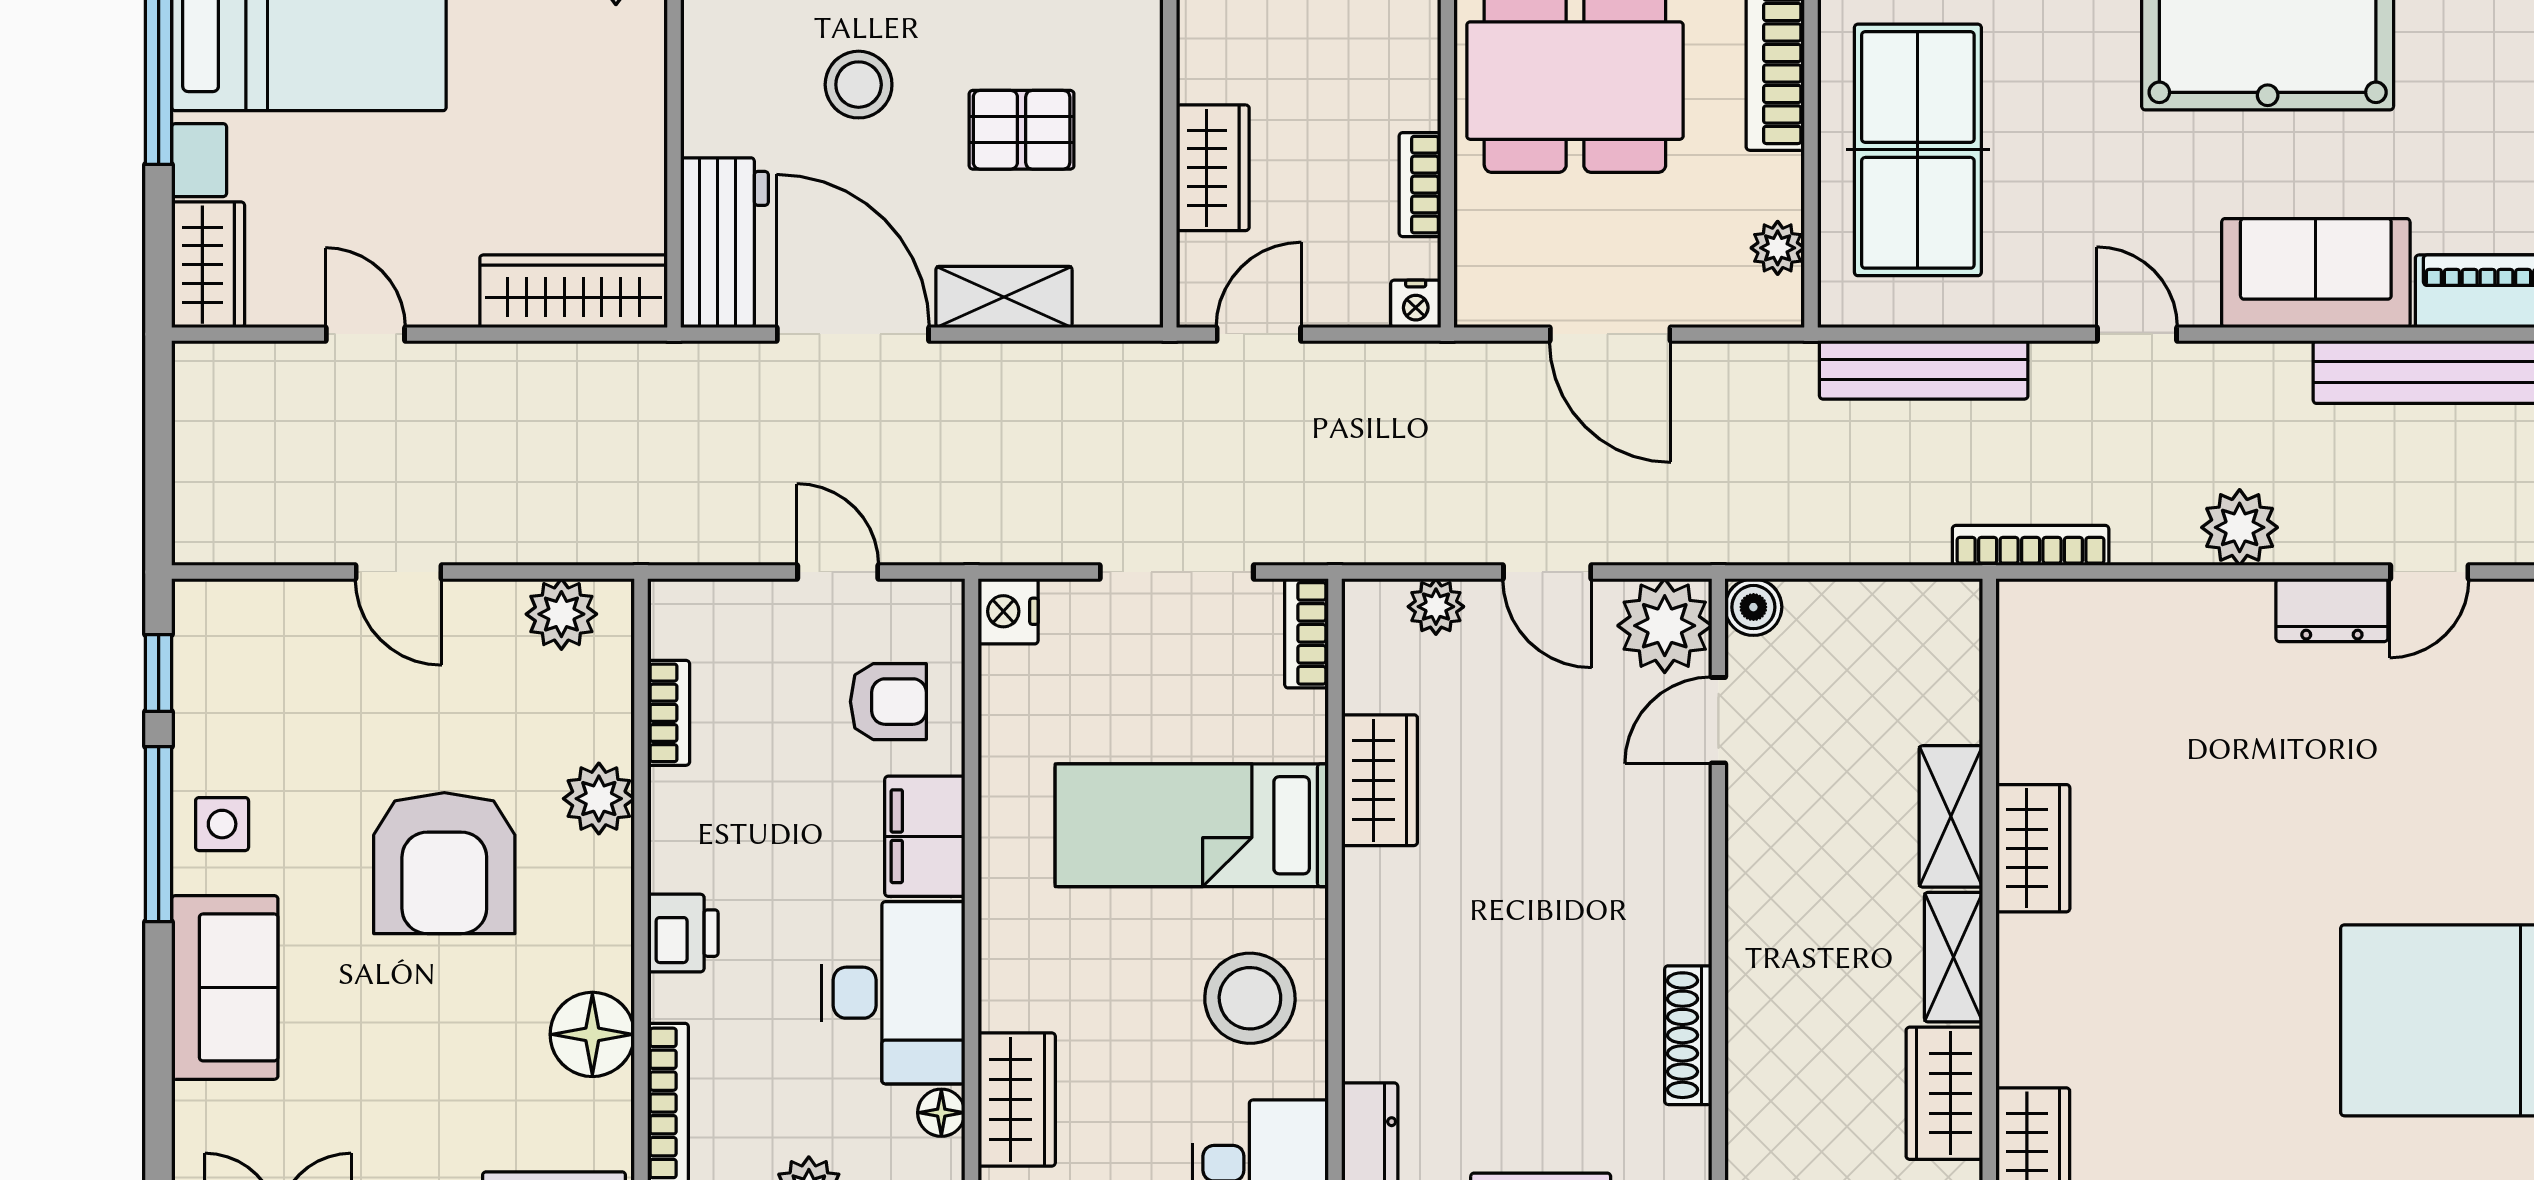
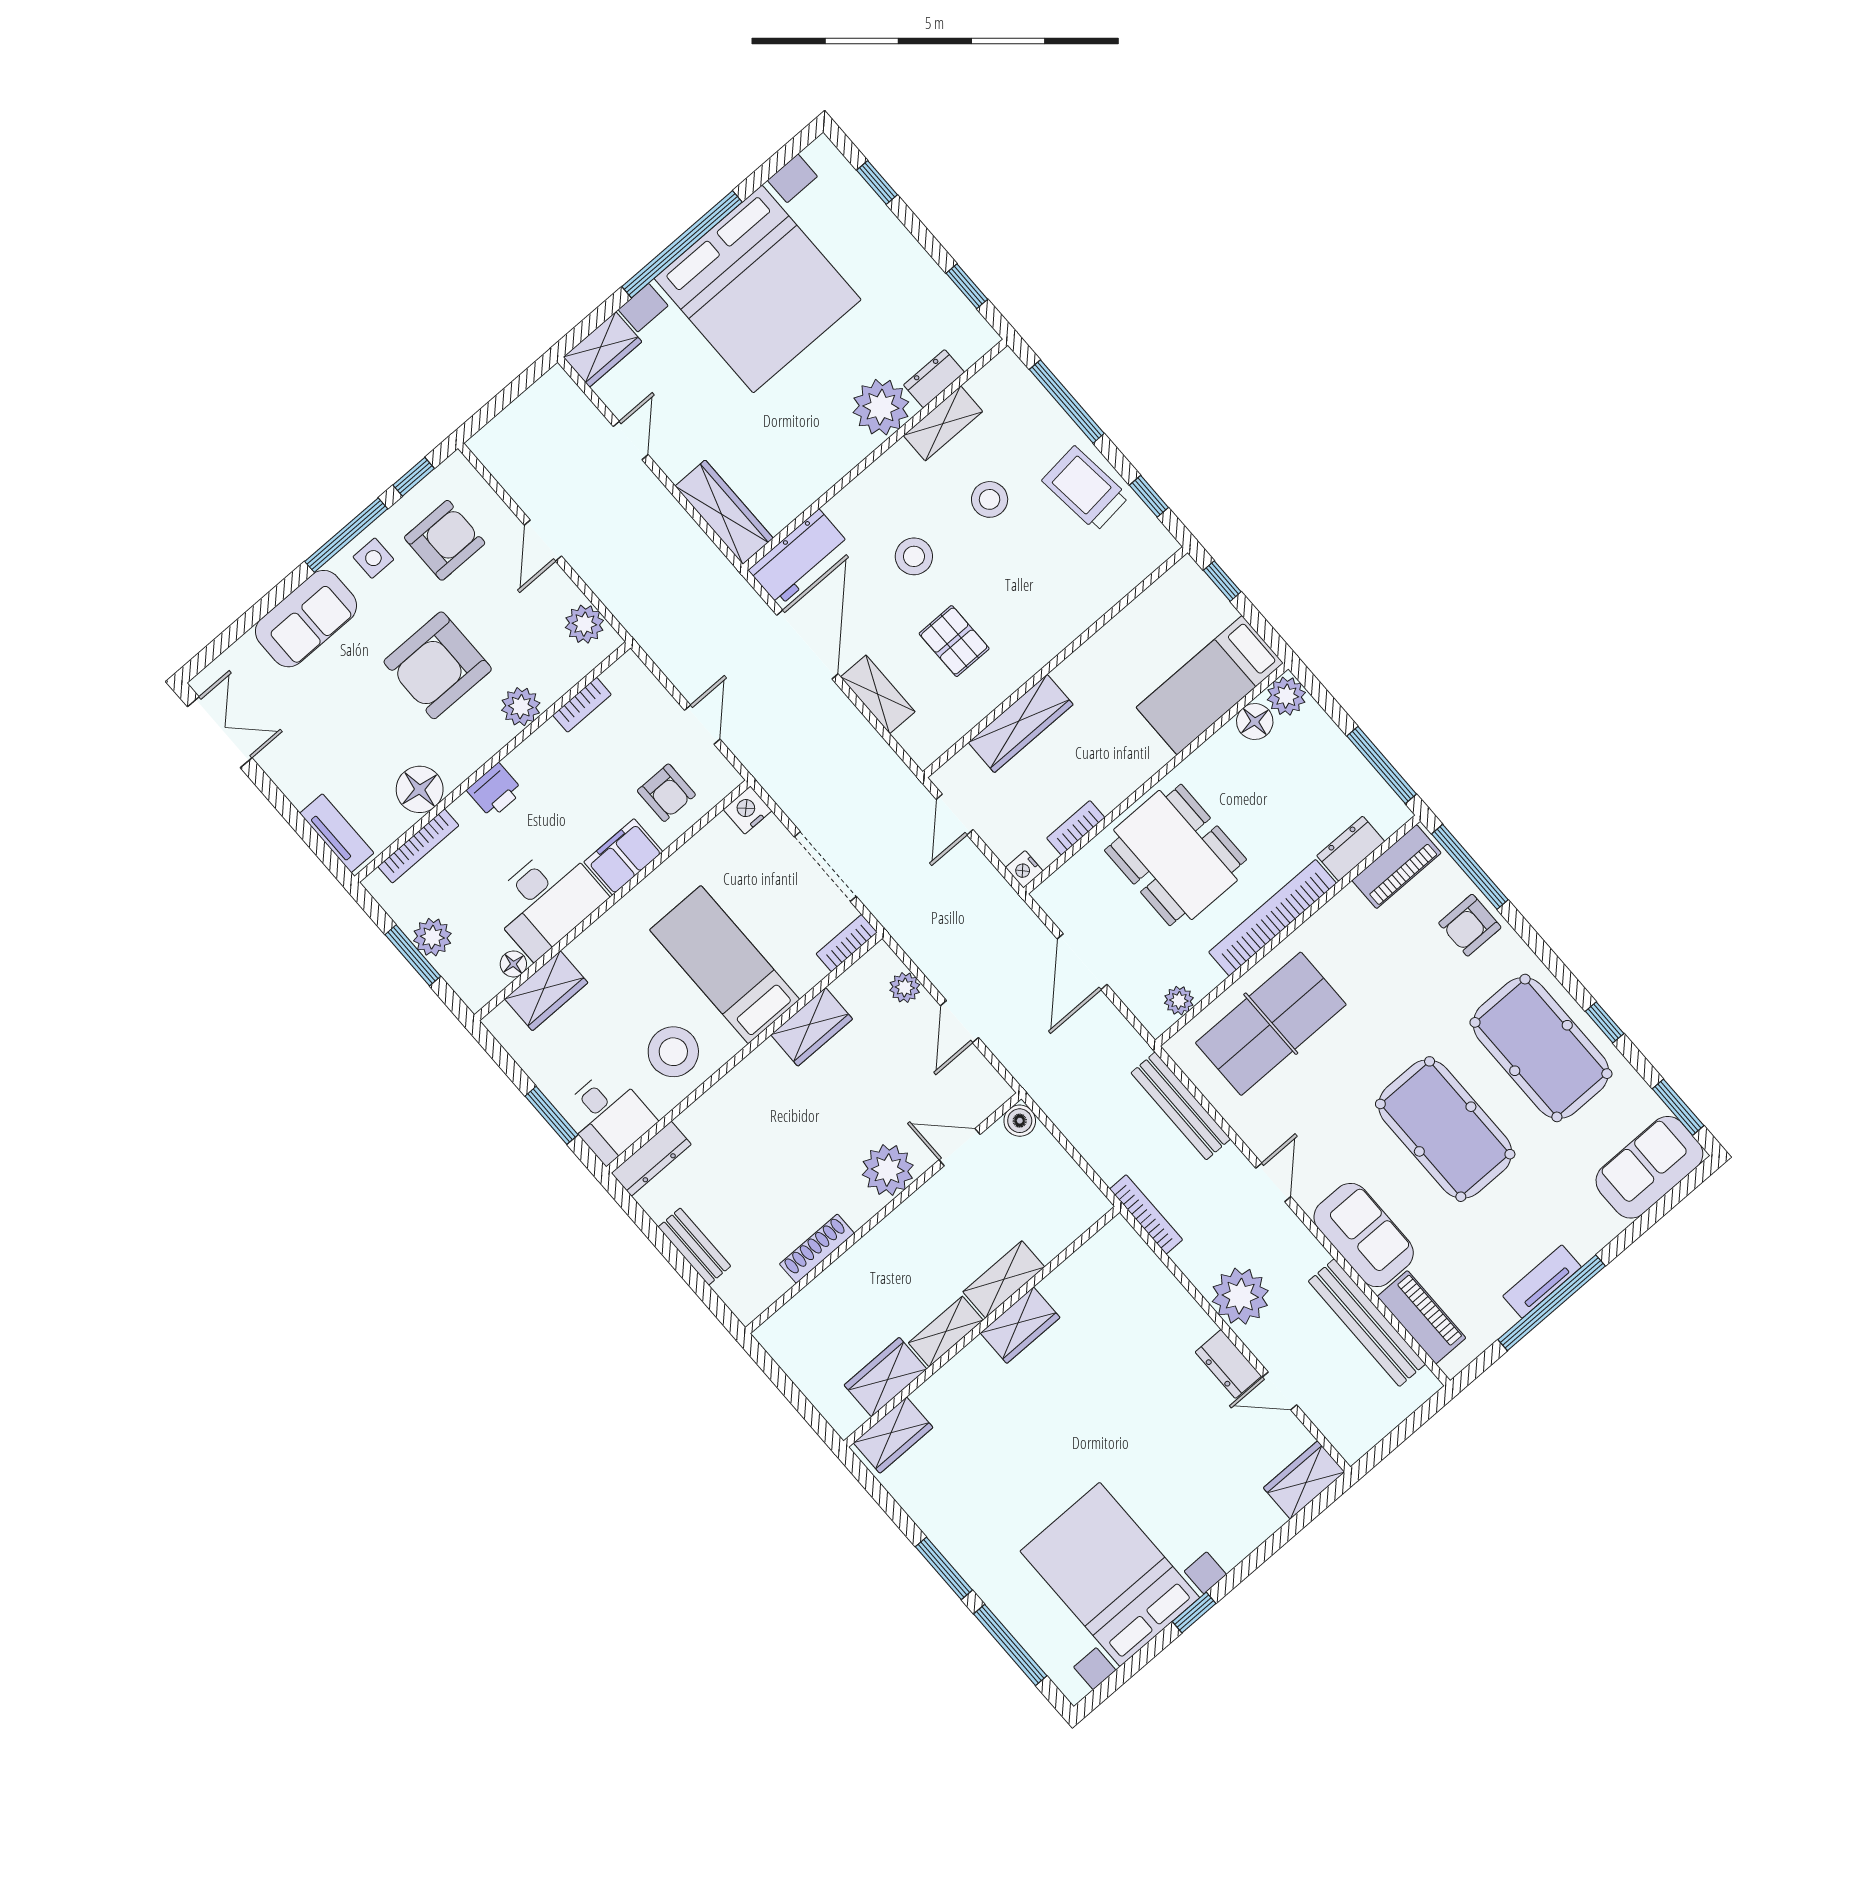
wardrobe: (1213, 168) -> (1021, 724), width x1.50
door: (1259, 334) -> (955, 815), swing flipped
plant: (2240, 527) -> (1240, 1296), width x1.36, depth x1.36
plant: (1665, 626) -> (888, 1170), moved
armchair: (282, 706) -> (445, 540), added

